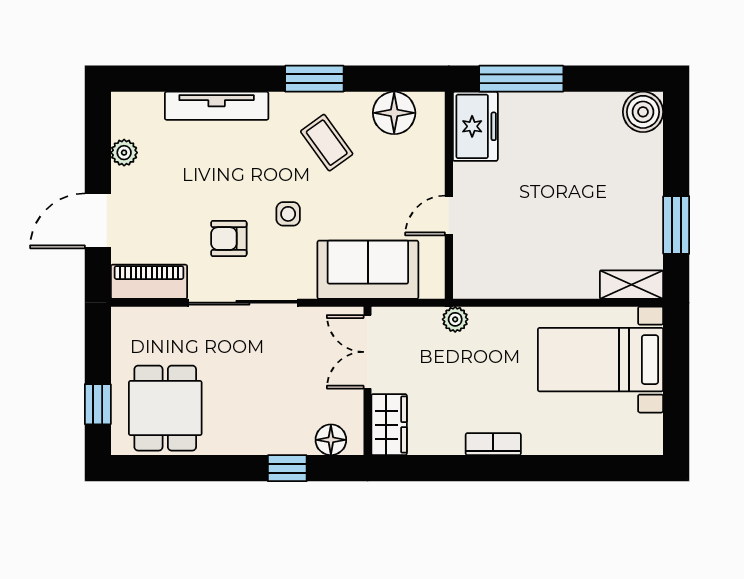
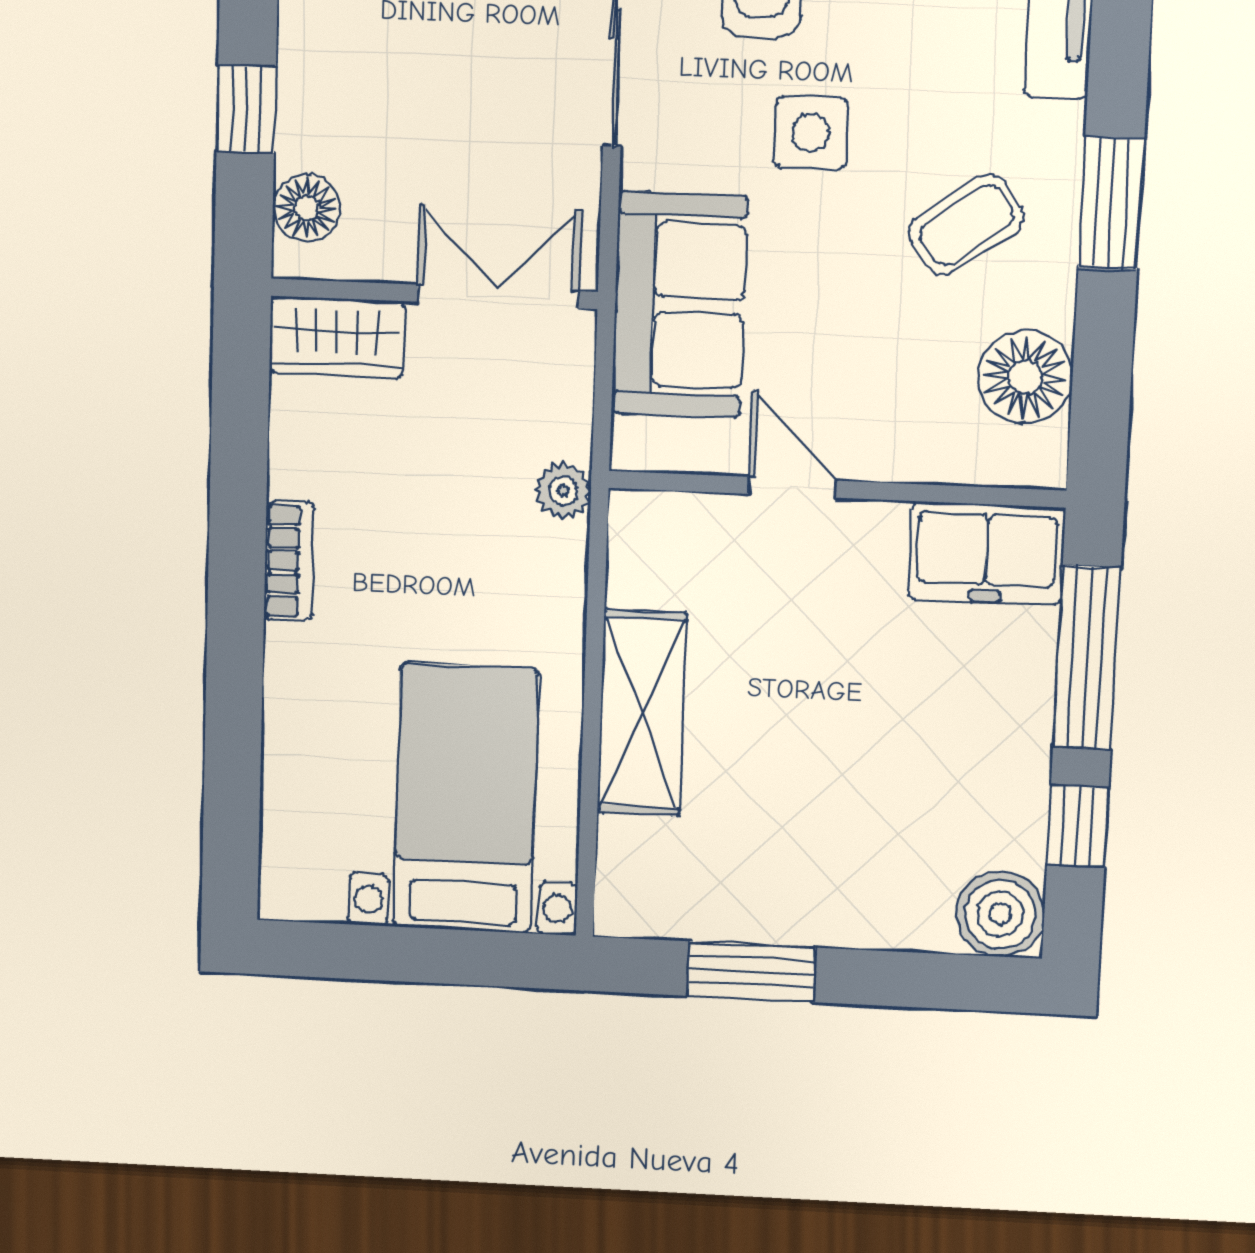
window: (600, 79) -> (1078, 826), added
side table: (288, 214) -> (811, 133), width x1.37, depth x1.37
shelving: (631, 285) -> (642, 713), moved, width x1.50, depth x1.33

